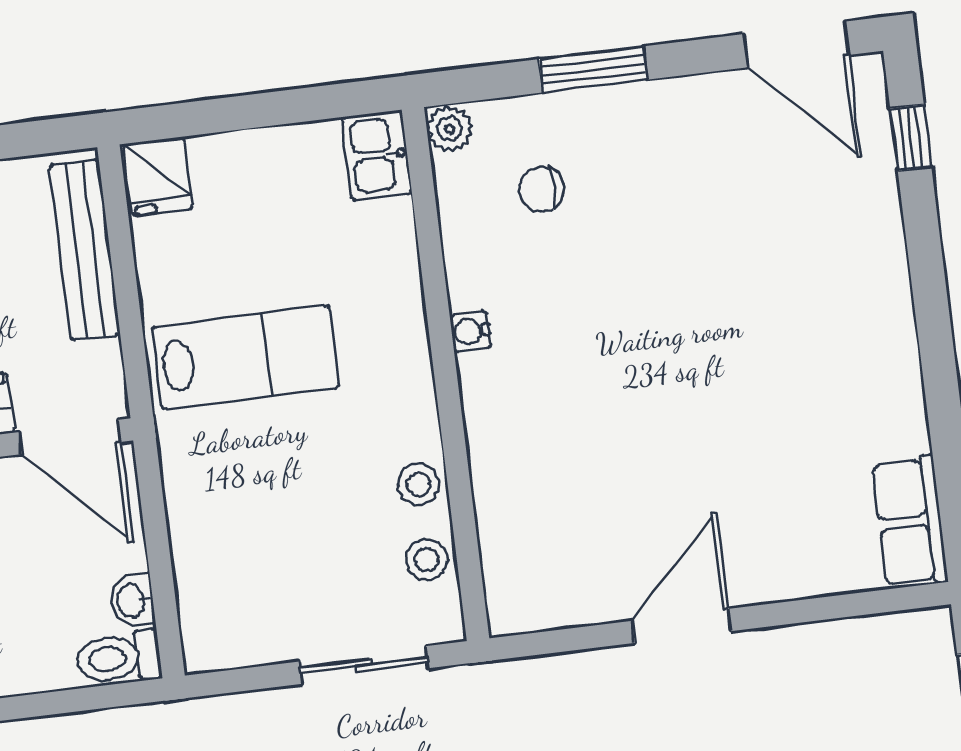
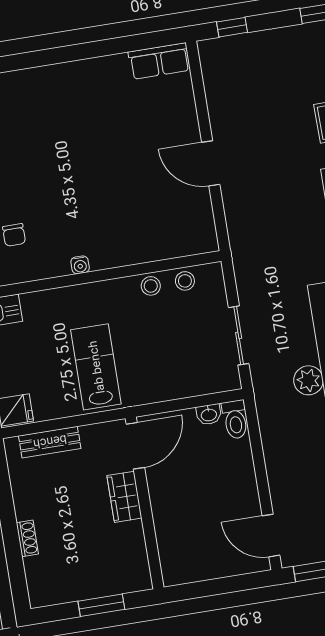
bench: (85, 250) -> (50, 442), width x0.73
sliding door: (364, 665) -> (239, 335), moved

